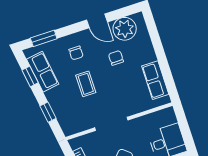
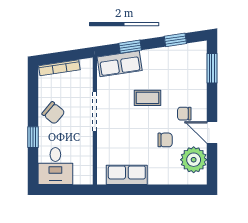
door: (97, 21) -> (212, 132), hinge flipped
chair: (76, 53) -> (184, 114), moved
row of seats: (43, 72) -> (120, 64), moved

